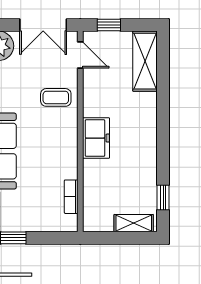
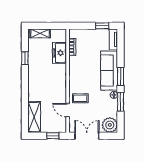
door: (80, 55) -> (68, 110), moved
freezer: (96, 138) -> (59, 53), moved
window: (163, 197) -> (25, 58), moved

